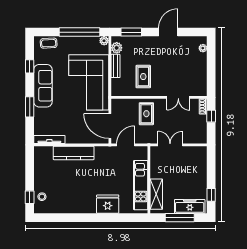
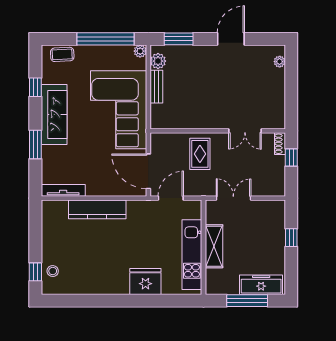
rug: (143, 77) -> (196, 102), removed
shelving: (156, 194) -> (214, 246), moved
window: (211, 195) -> (291, 238), moved

